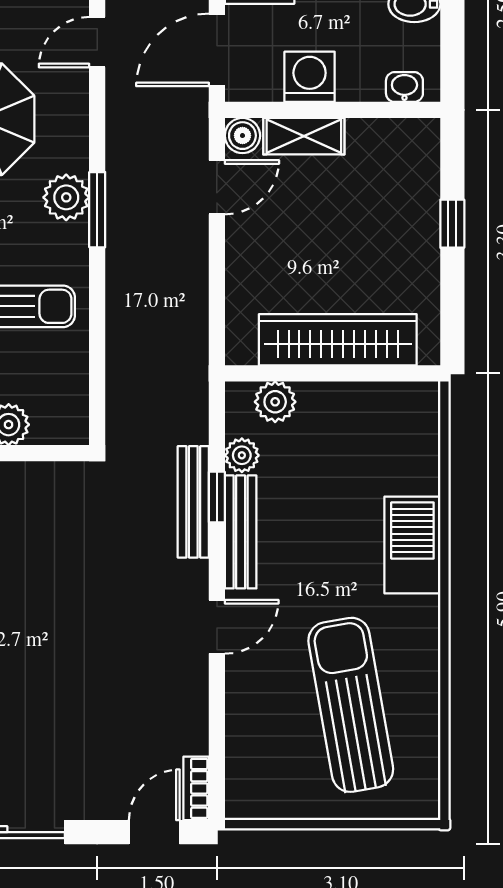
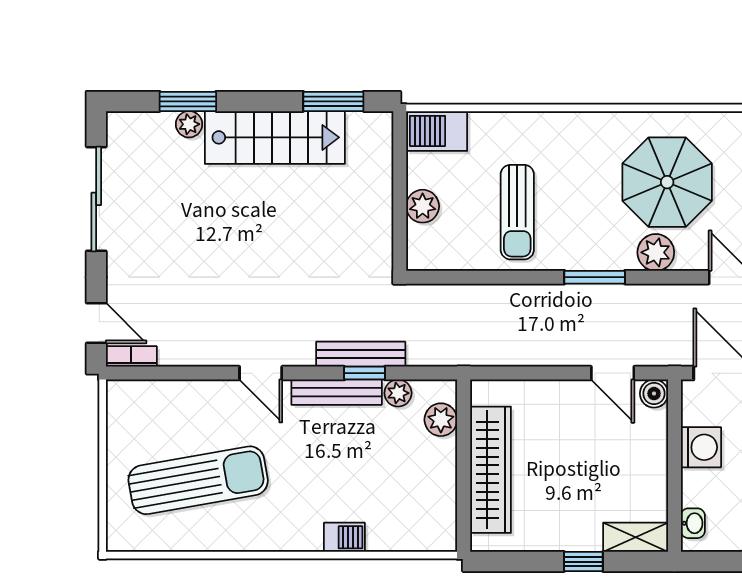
shelving: (304, 136) -> (636, 537), moved, turned 90
plant: (66, 197) -> (656, 252), moved
barbecue: (412, 545) -> (344, 537), width x0.53, depth x0.65

